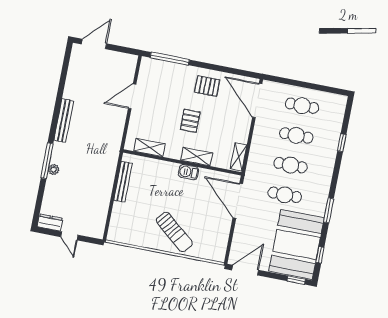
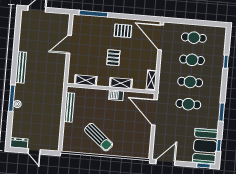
sun lounger: (174, 232) -> (99, 137), moved
booth: (297, 244) -> (205, 146), width x0.73, depth x0.70

